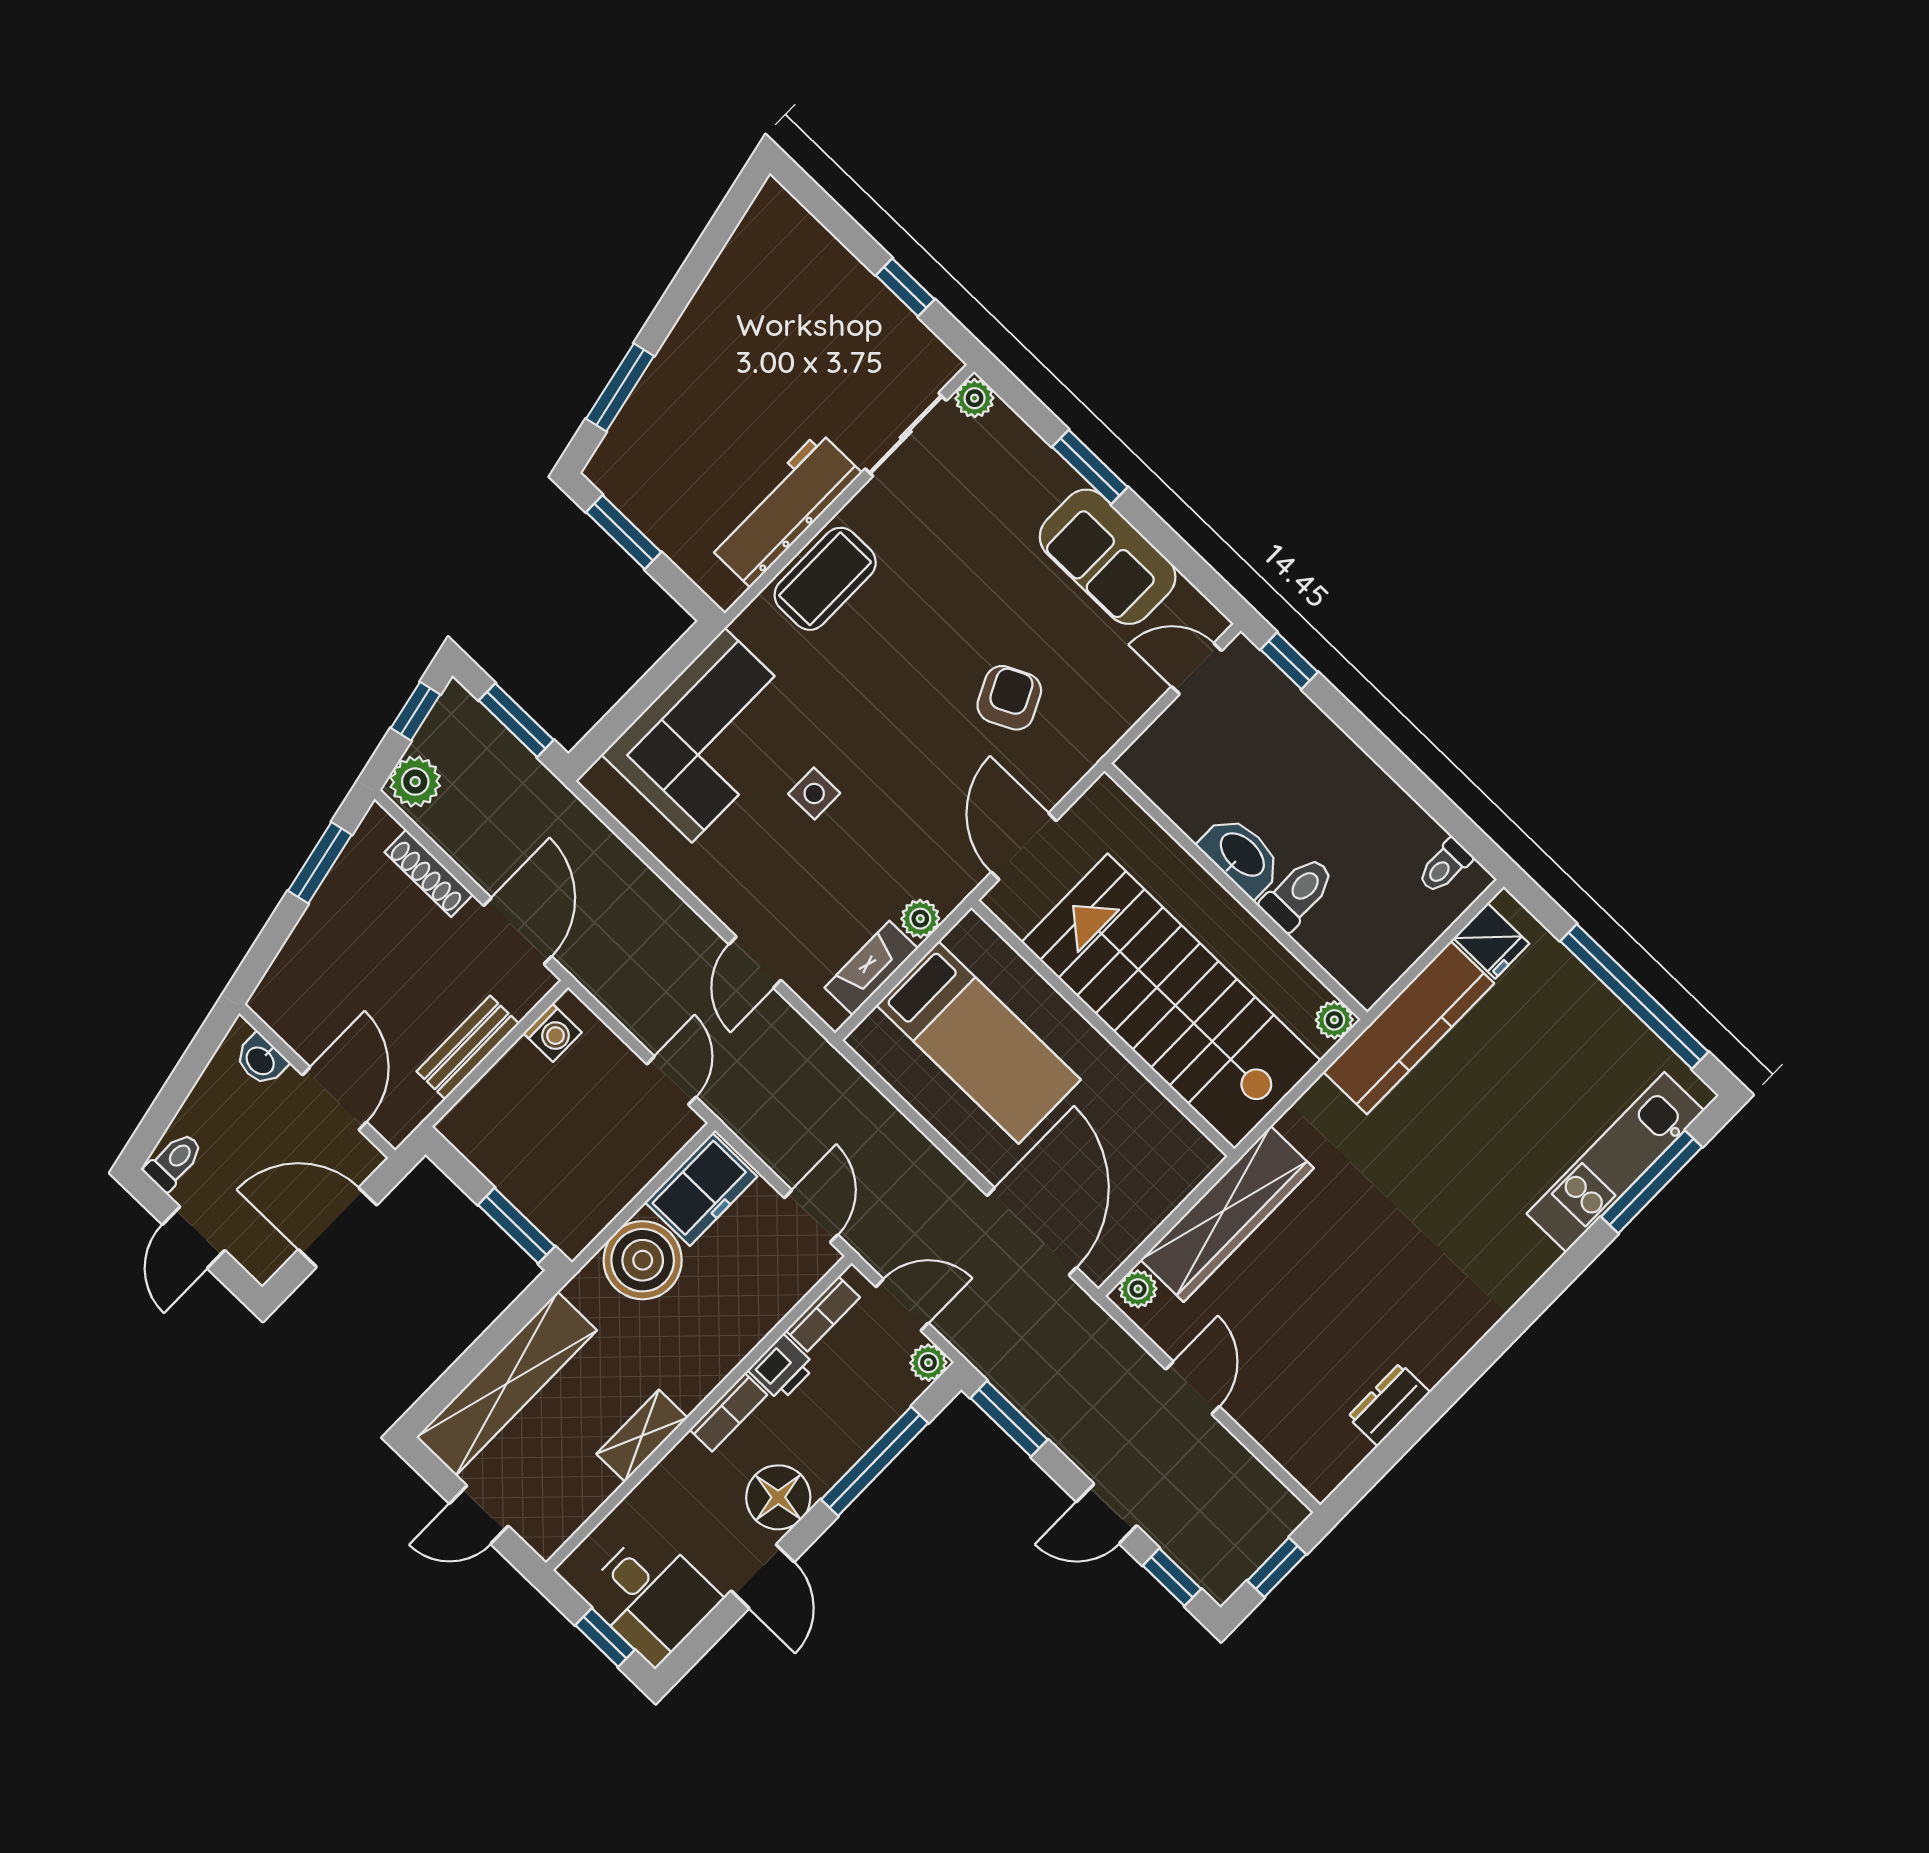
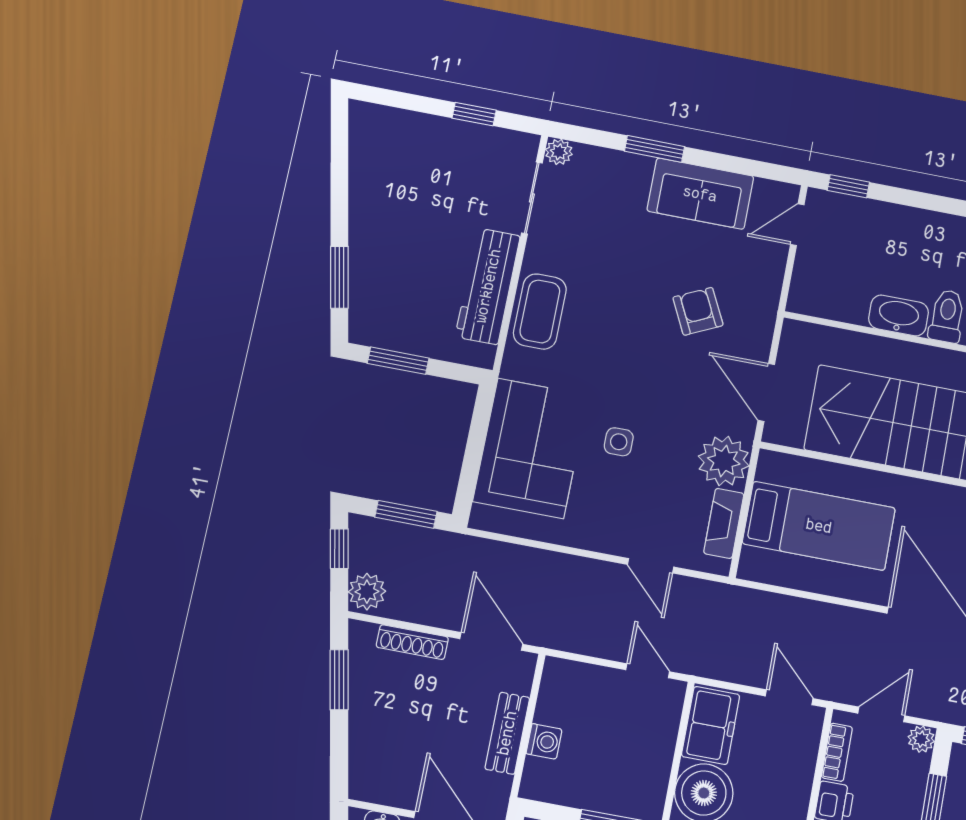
plant: (920, 919) -> (724, 461), width x1.88, depth x1.88
washing machine: (553, 1033) -> (544, 741), moved

